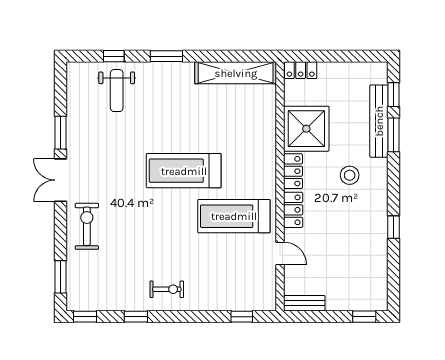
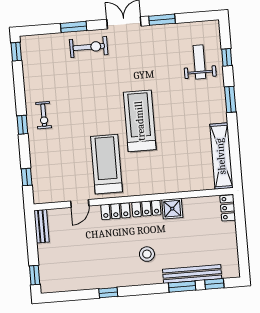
weight bench: (117, 91) -> (199, 62), turned 90
shower: (306, 129) -> (172, 209), width x0.54, depth x0.54
window: (60, 277) -> (74, 27), moved
window: (136, 317) -> (22, 125), moved

